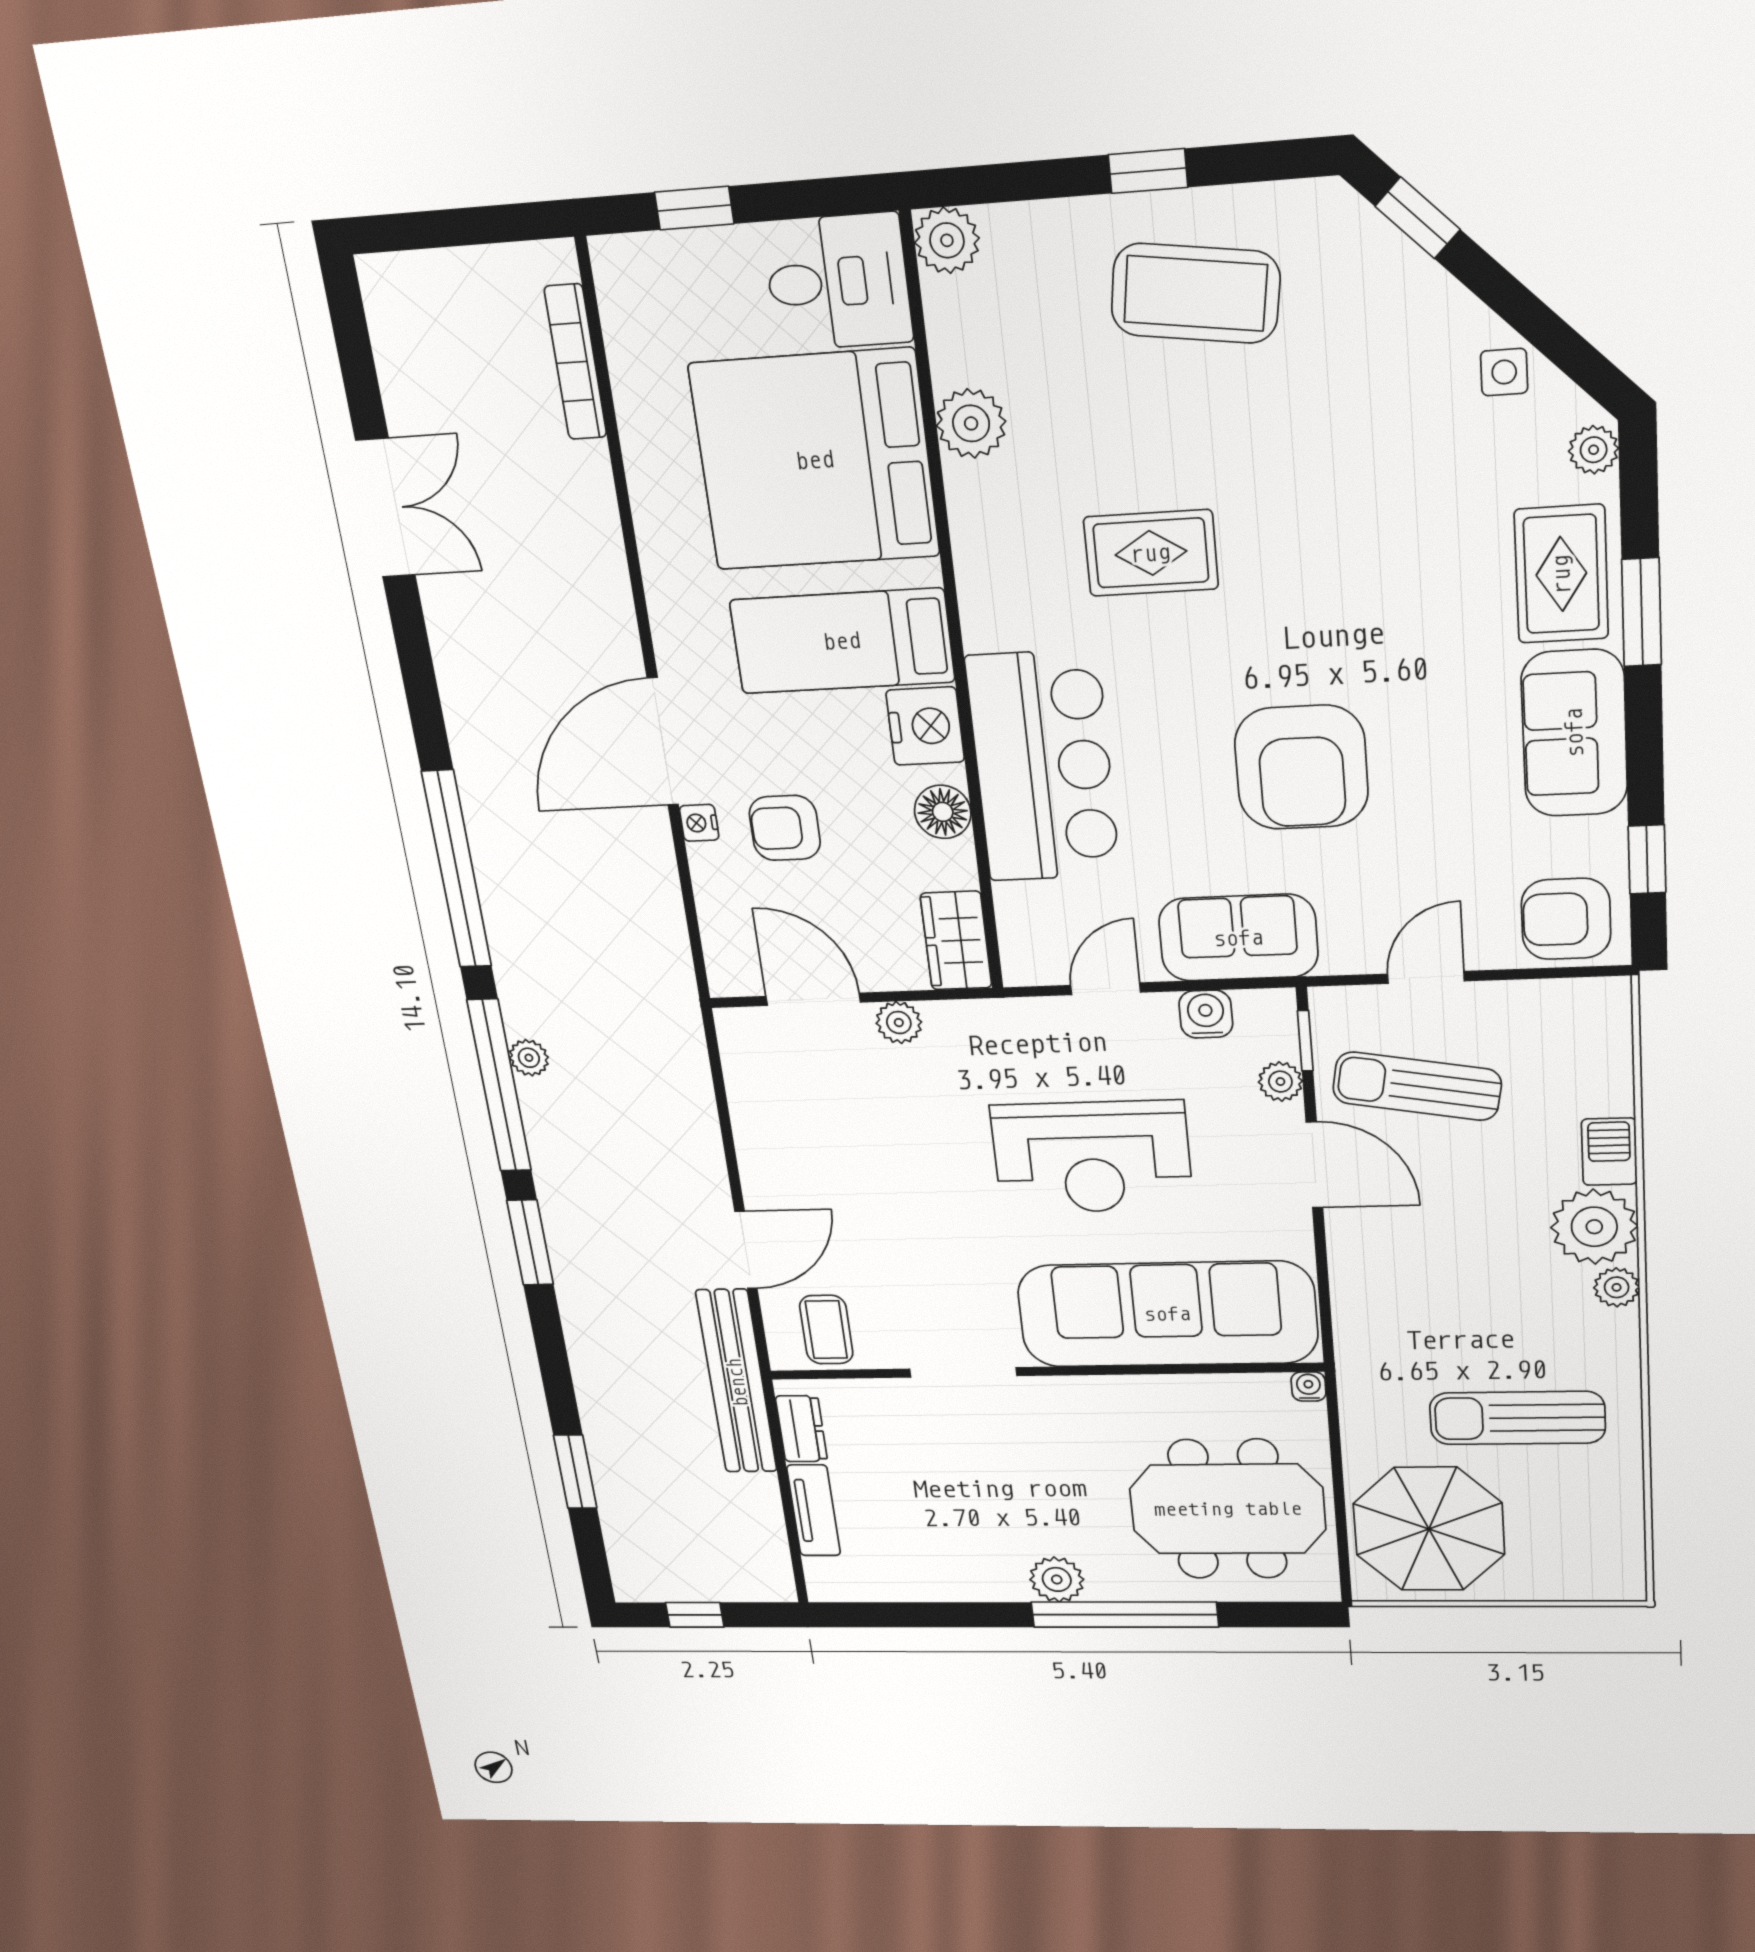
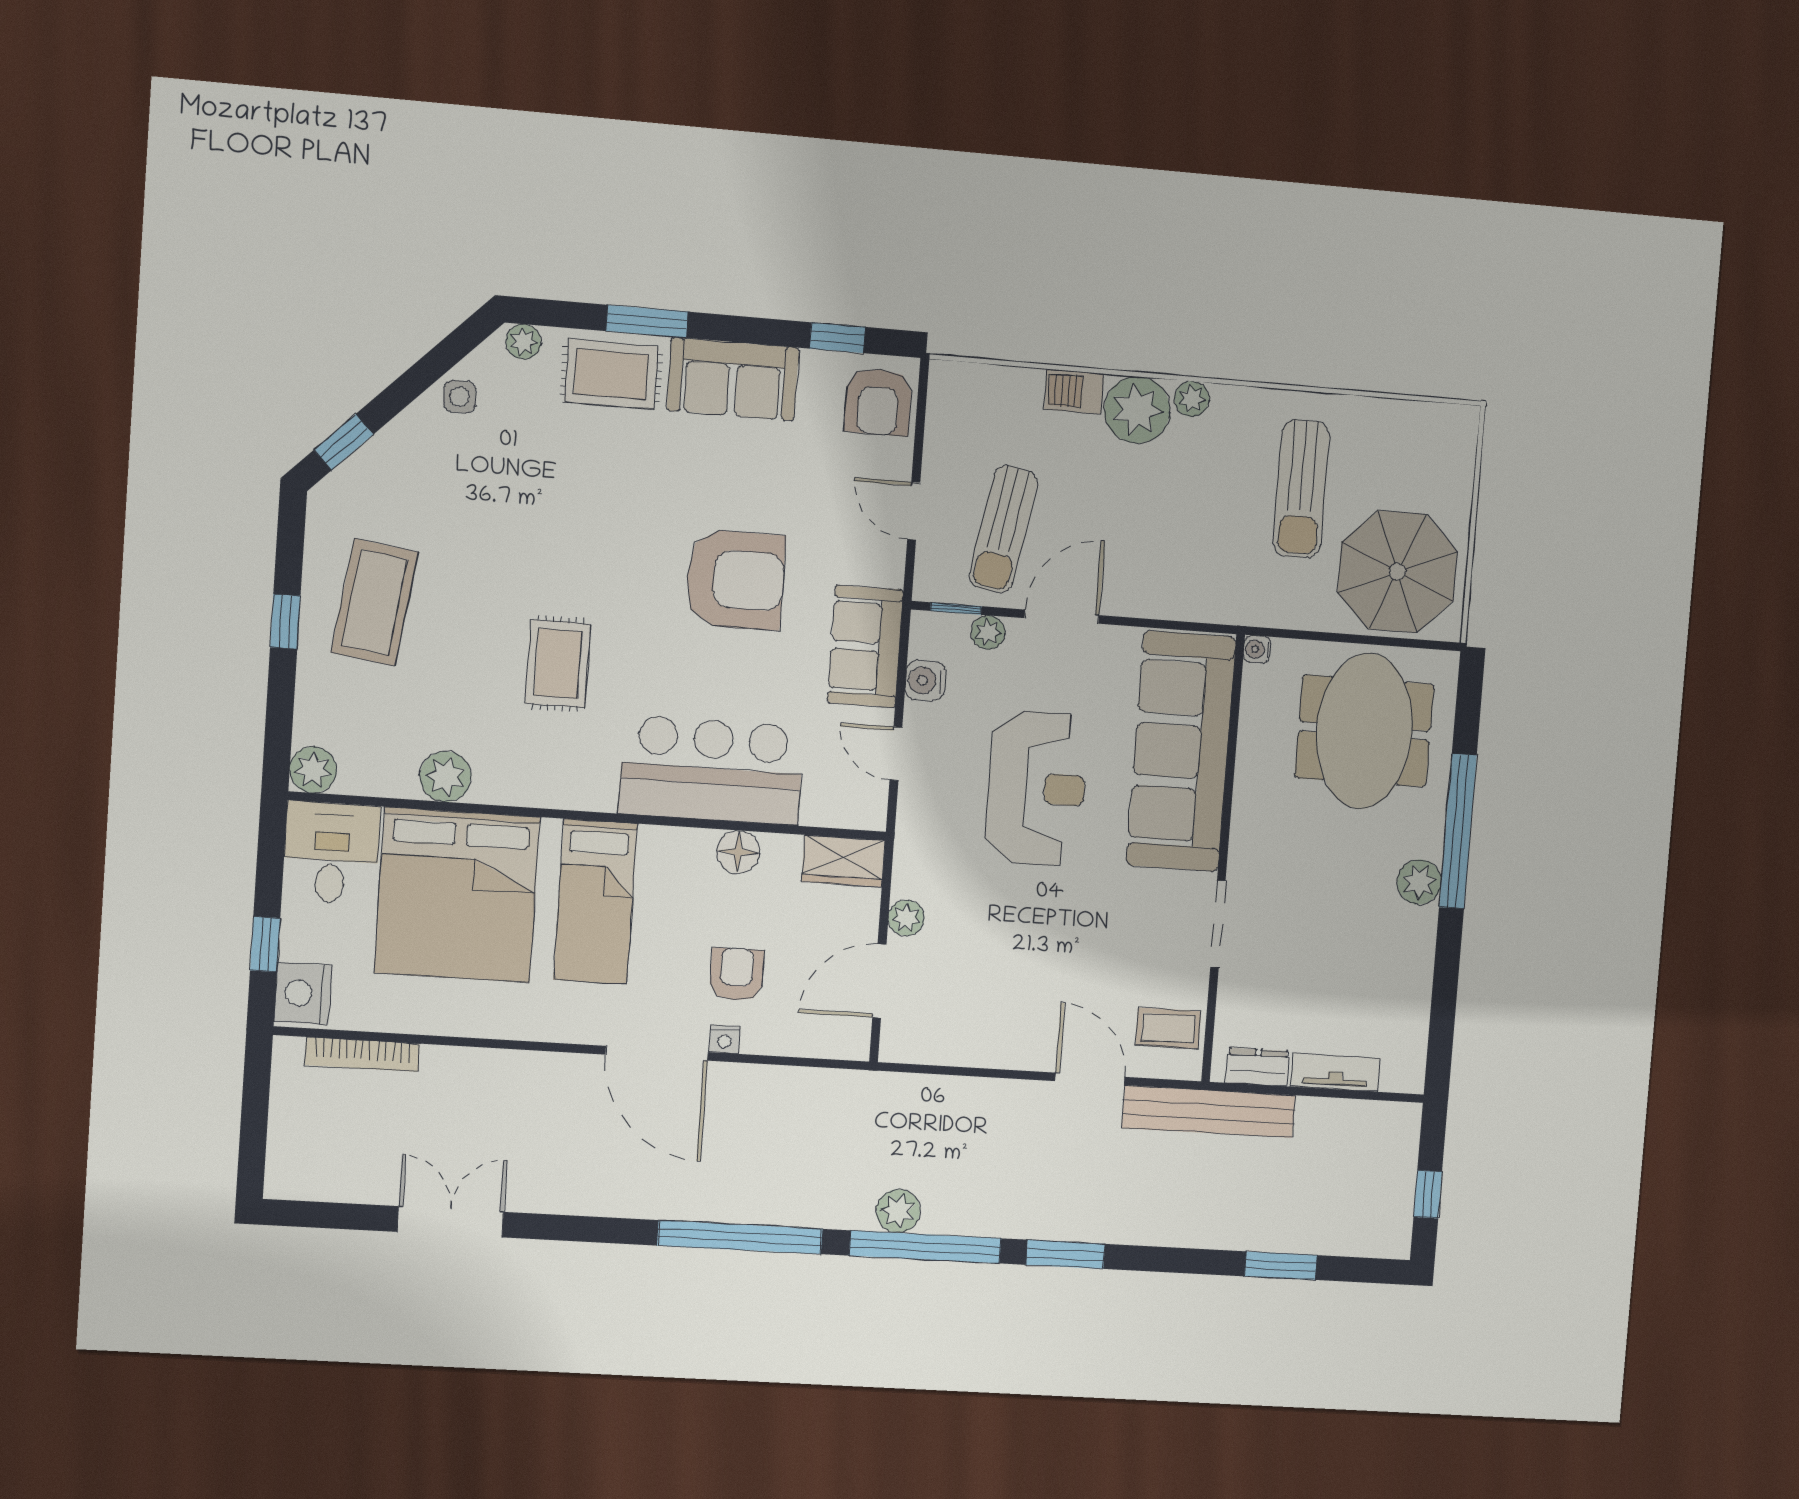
nightstand: (925, 726) -> (303, 993), moved, turned -90
armchair: (785, 828) -> (737, 974), turned 180
plant: (529, 1058) -> (898, 1211), width x1.38, depth x1.38

